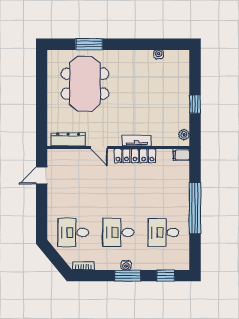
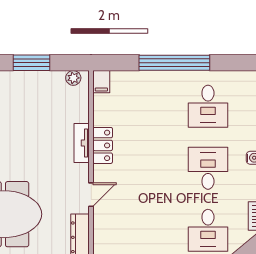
window: (195, 104) -> (32, 63), width x1.50
locker: (135, 156) -> (103, 145), width x0.66
desk: (118, 232) -> (208, 168), turned 180

